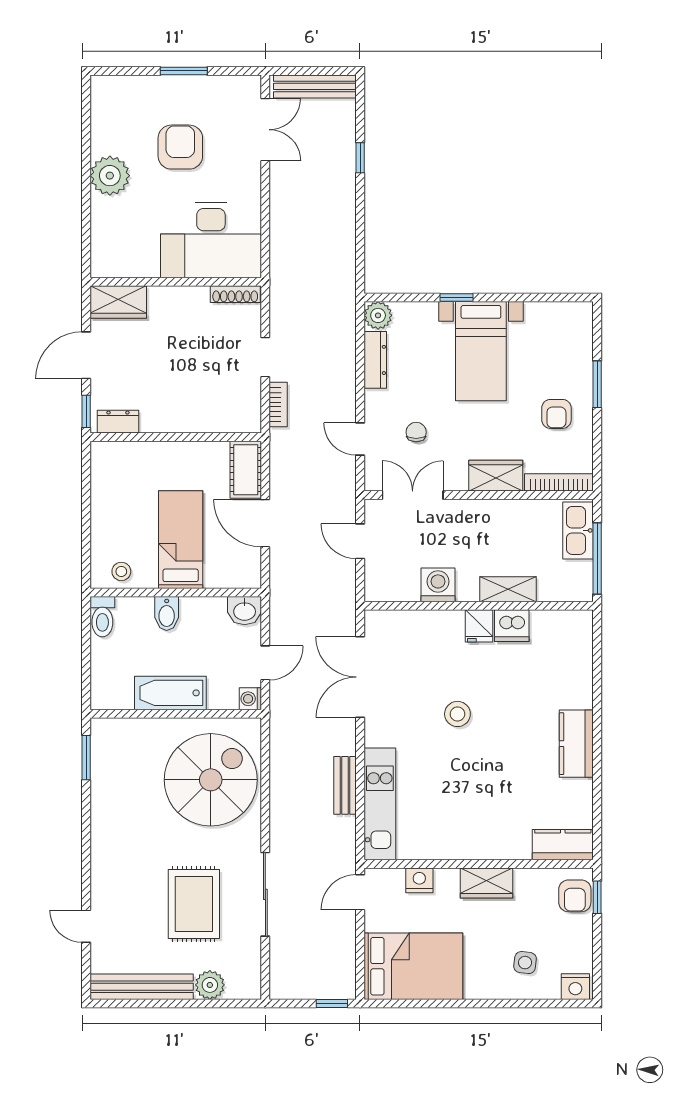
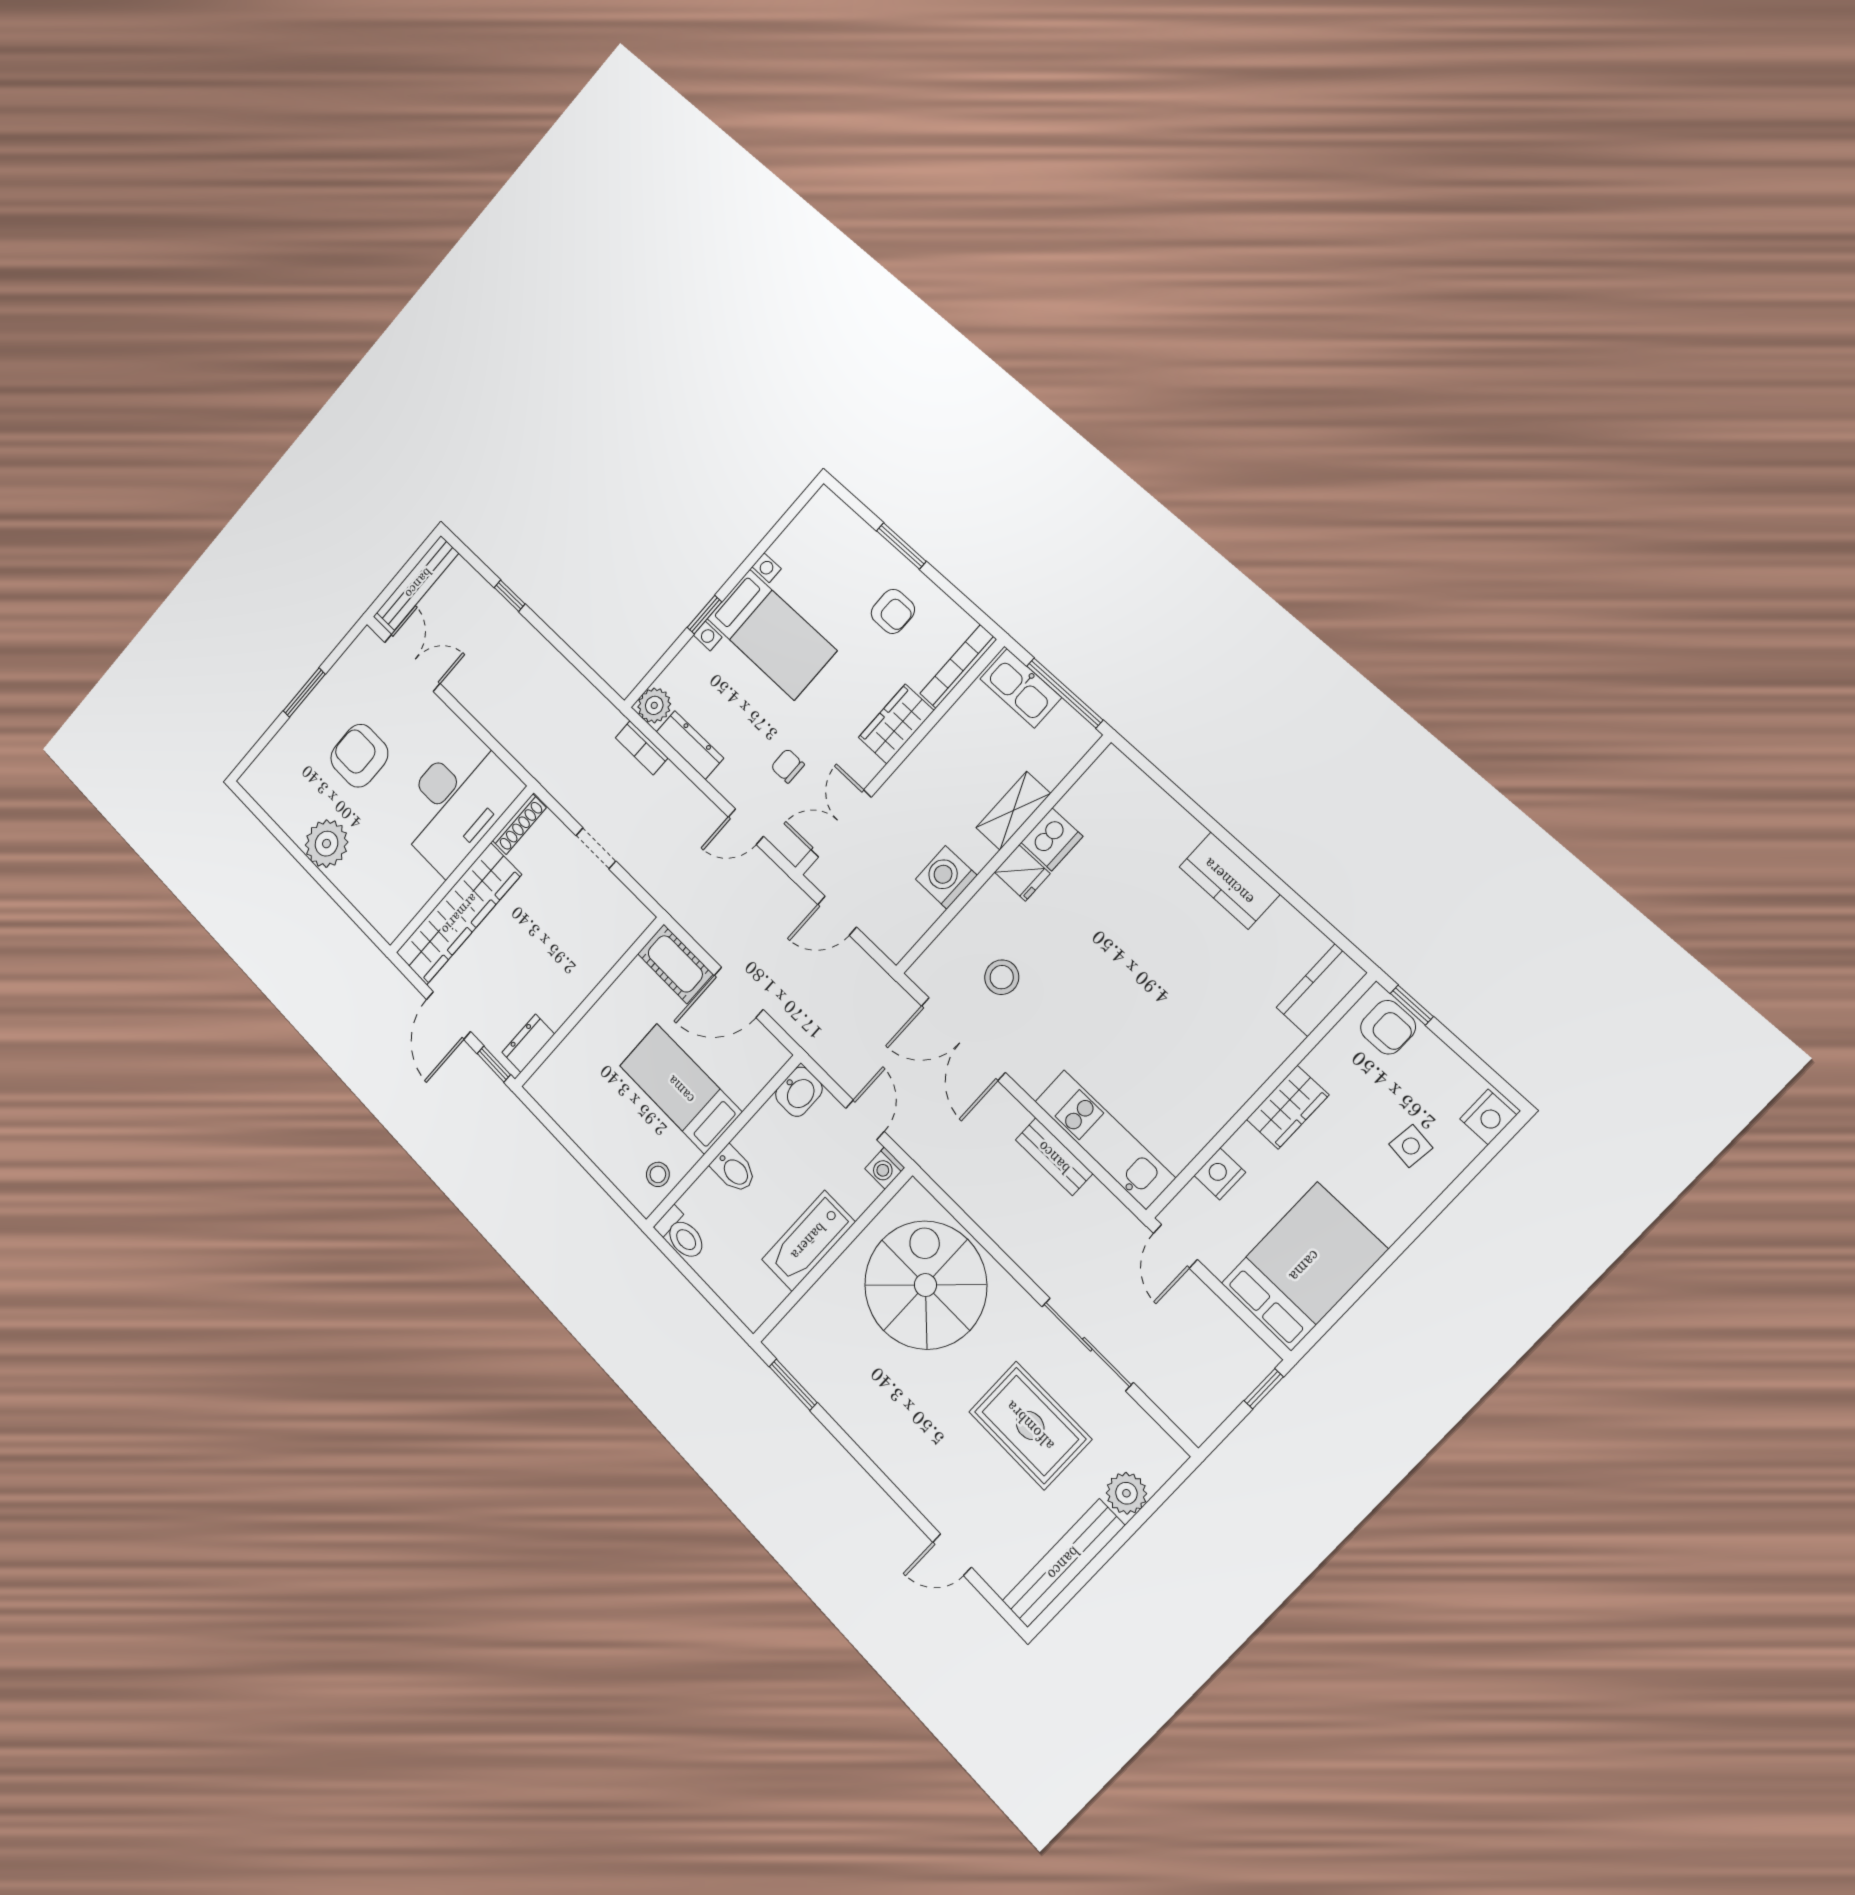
wardrobe: (118, 302) -> (459, 914), width x2.10, depth x1.17
bookcase: (278, 405) -> (642, 748), moved, turned 180
stool: (457, 714) -> (1002, 977), moved

